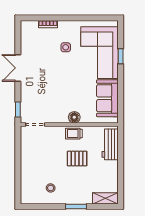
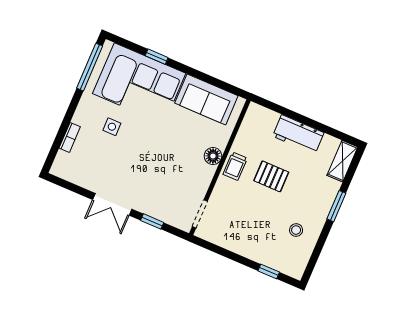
window: (96, 18) -> (90, 67), added
window: (18, 110) -> (152, 221), moved
workbench: (110, 144) -> (298, 134), moved
pallet: (77, 159) -> (271, 176), turned 90
window: (18, 182) -> (269, 271), added

